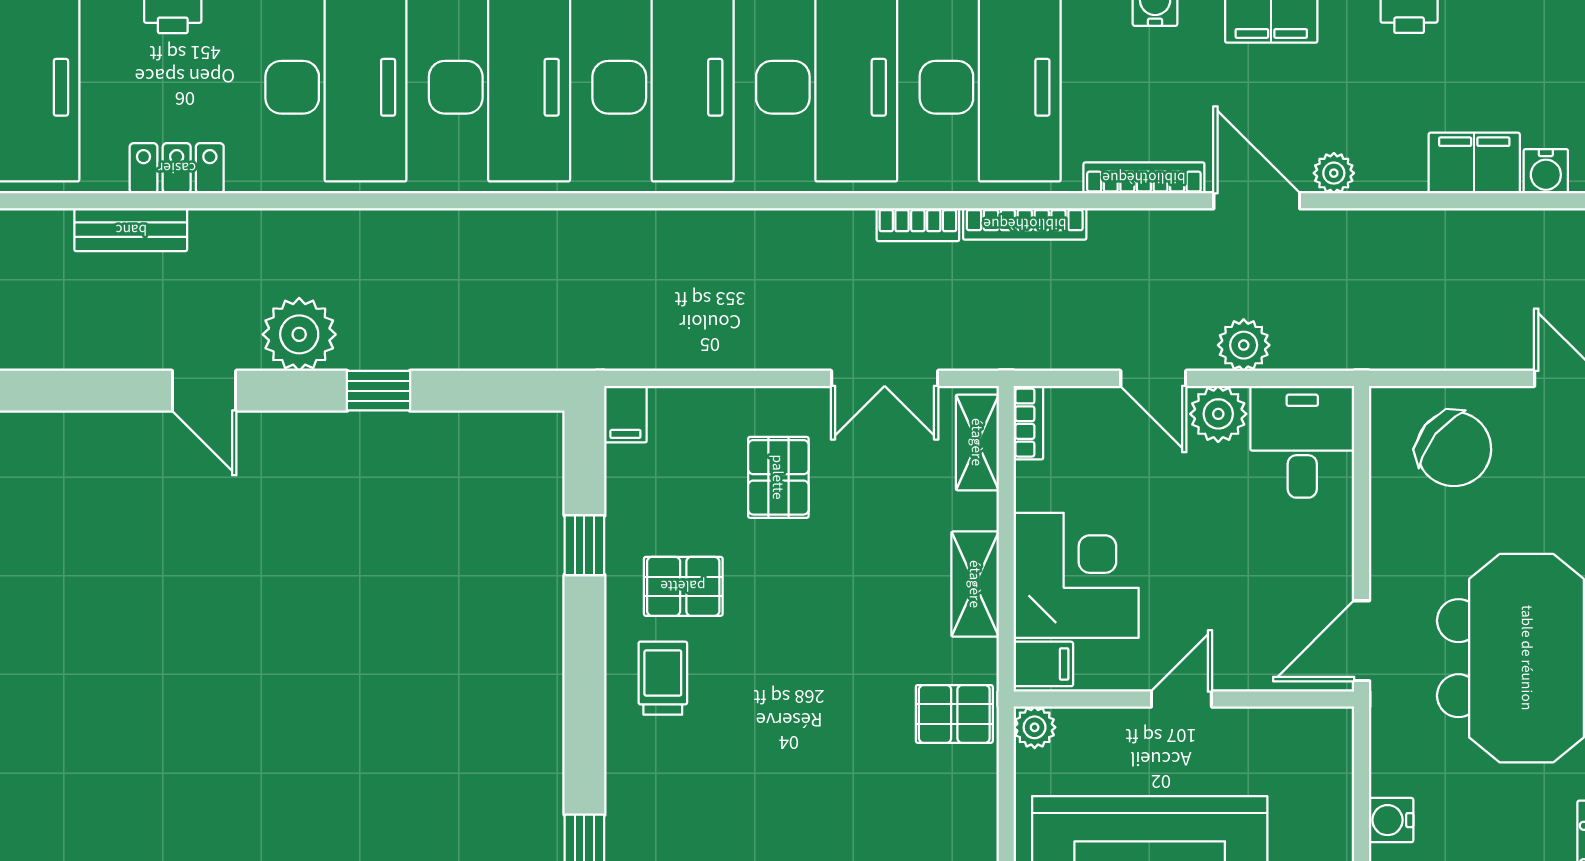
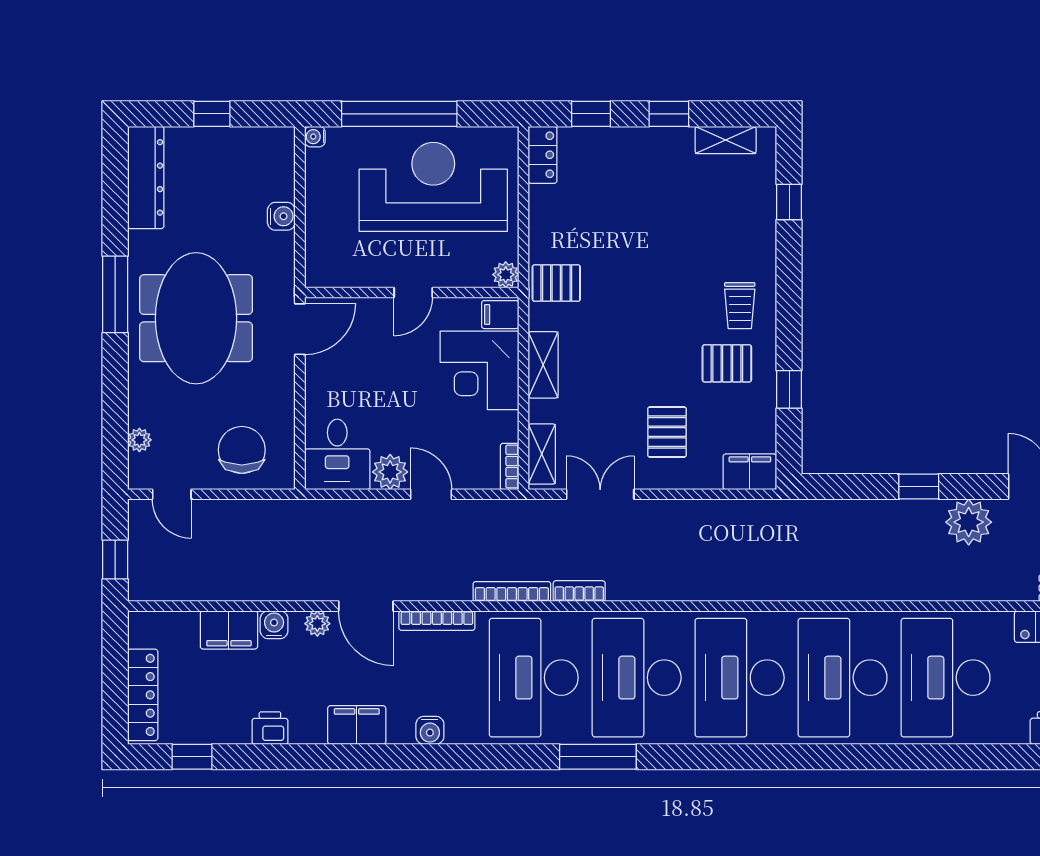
water cooler: (1546, 171) -> (274, 625), moved
plant: (1244, 345) -> (374, 515), removed
filing cabinet: (625, 414) -> (750, 472), width x2.00
chair: (1454, 449) -> (242, 450), turned 51

